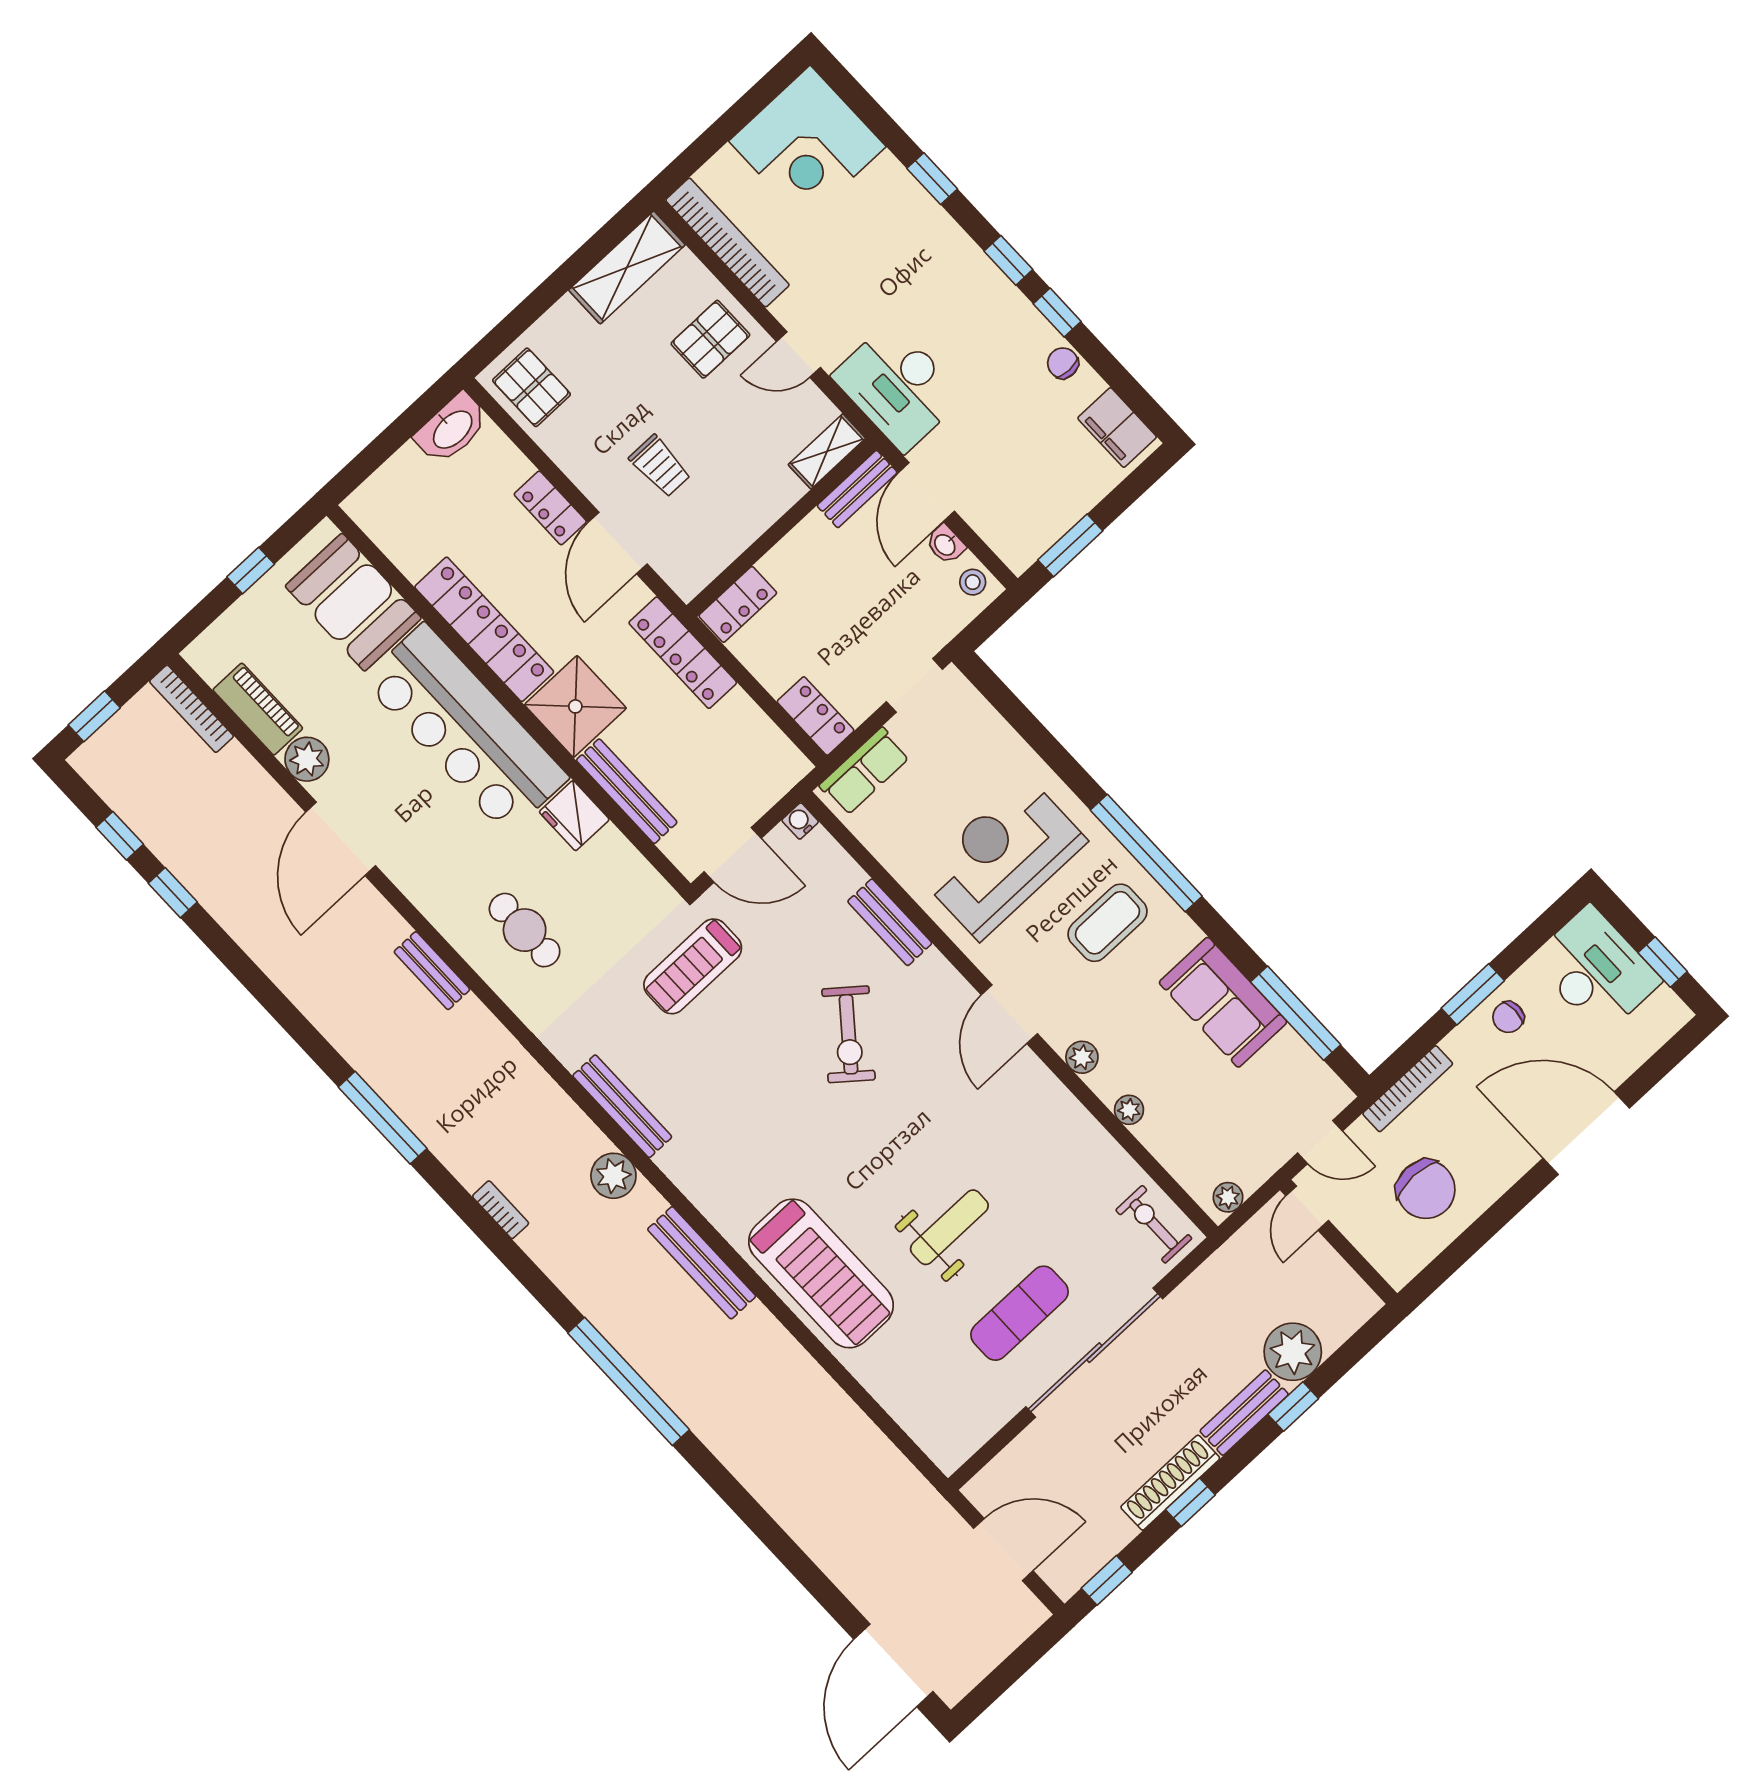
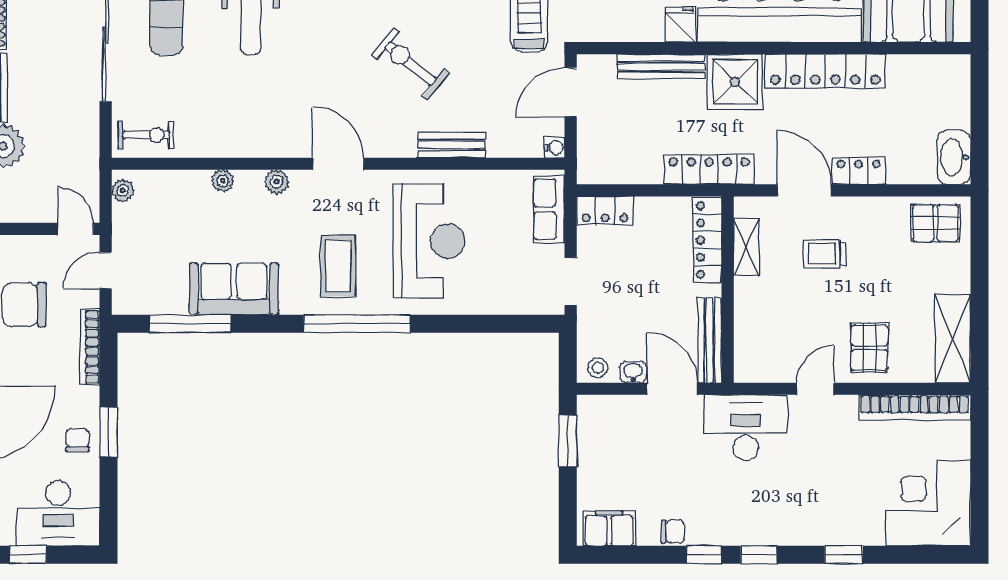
shelving: (827, 451) -> (746, 247), moved
bench: (857, 489) -> (710, 340), width x1.36
locker: (738, 604) -> (708, 240), width x1.53
fridge: (574, 816) -> (681, 24), width x0.72

